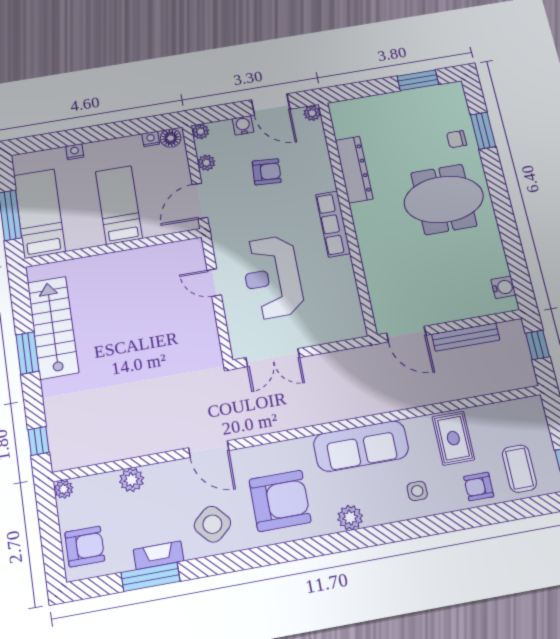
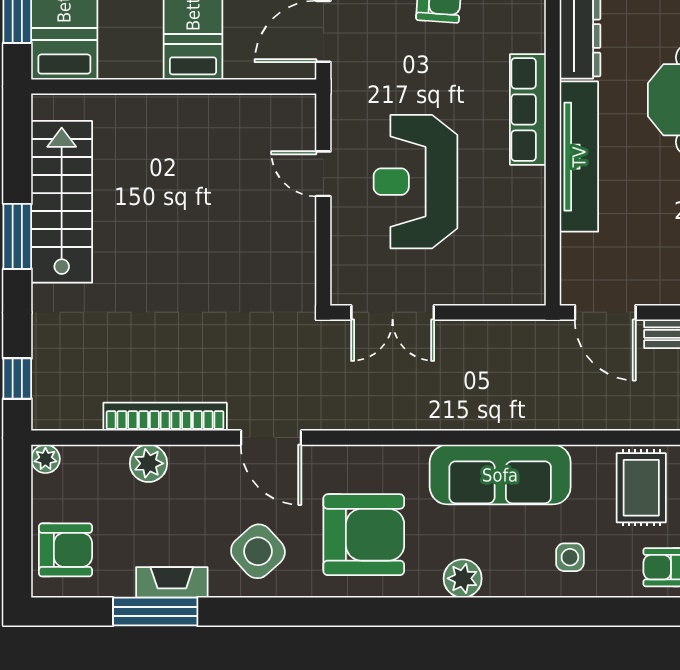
tv unit: (370, 245) -> (579, 157), added
bookcase: (138, 448) -> (165, 417), added

